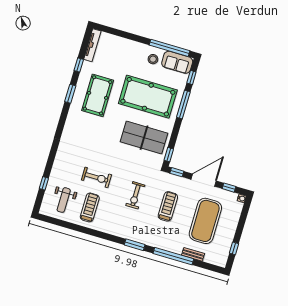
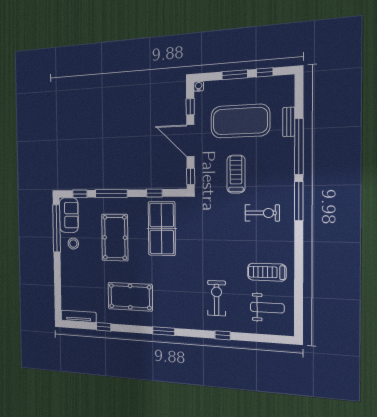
window: (70, 94) -> (164, 331), moved
pool table: (148, 97) -> (115, 237), width x0.73, depth x0.76
window: (169, 155) -> (154, 193), moved
exercise bike: (96, 177) -> (217, 298), moved
window: (44, 183) -> (223, 335), moved
exercise bike: (135, 195) -> (262, 213), moved
treadmill: (168, 206) -> (236, 174), turned 90
window: (240, 227) -> (235, 75), added
window: (135, 245) -> (299, 201), width x1.44

